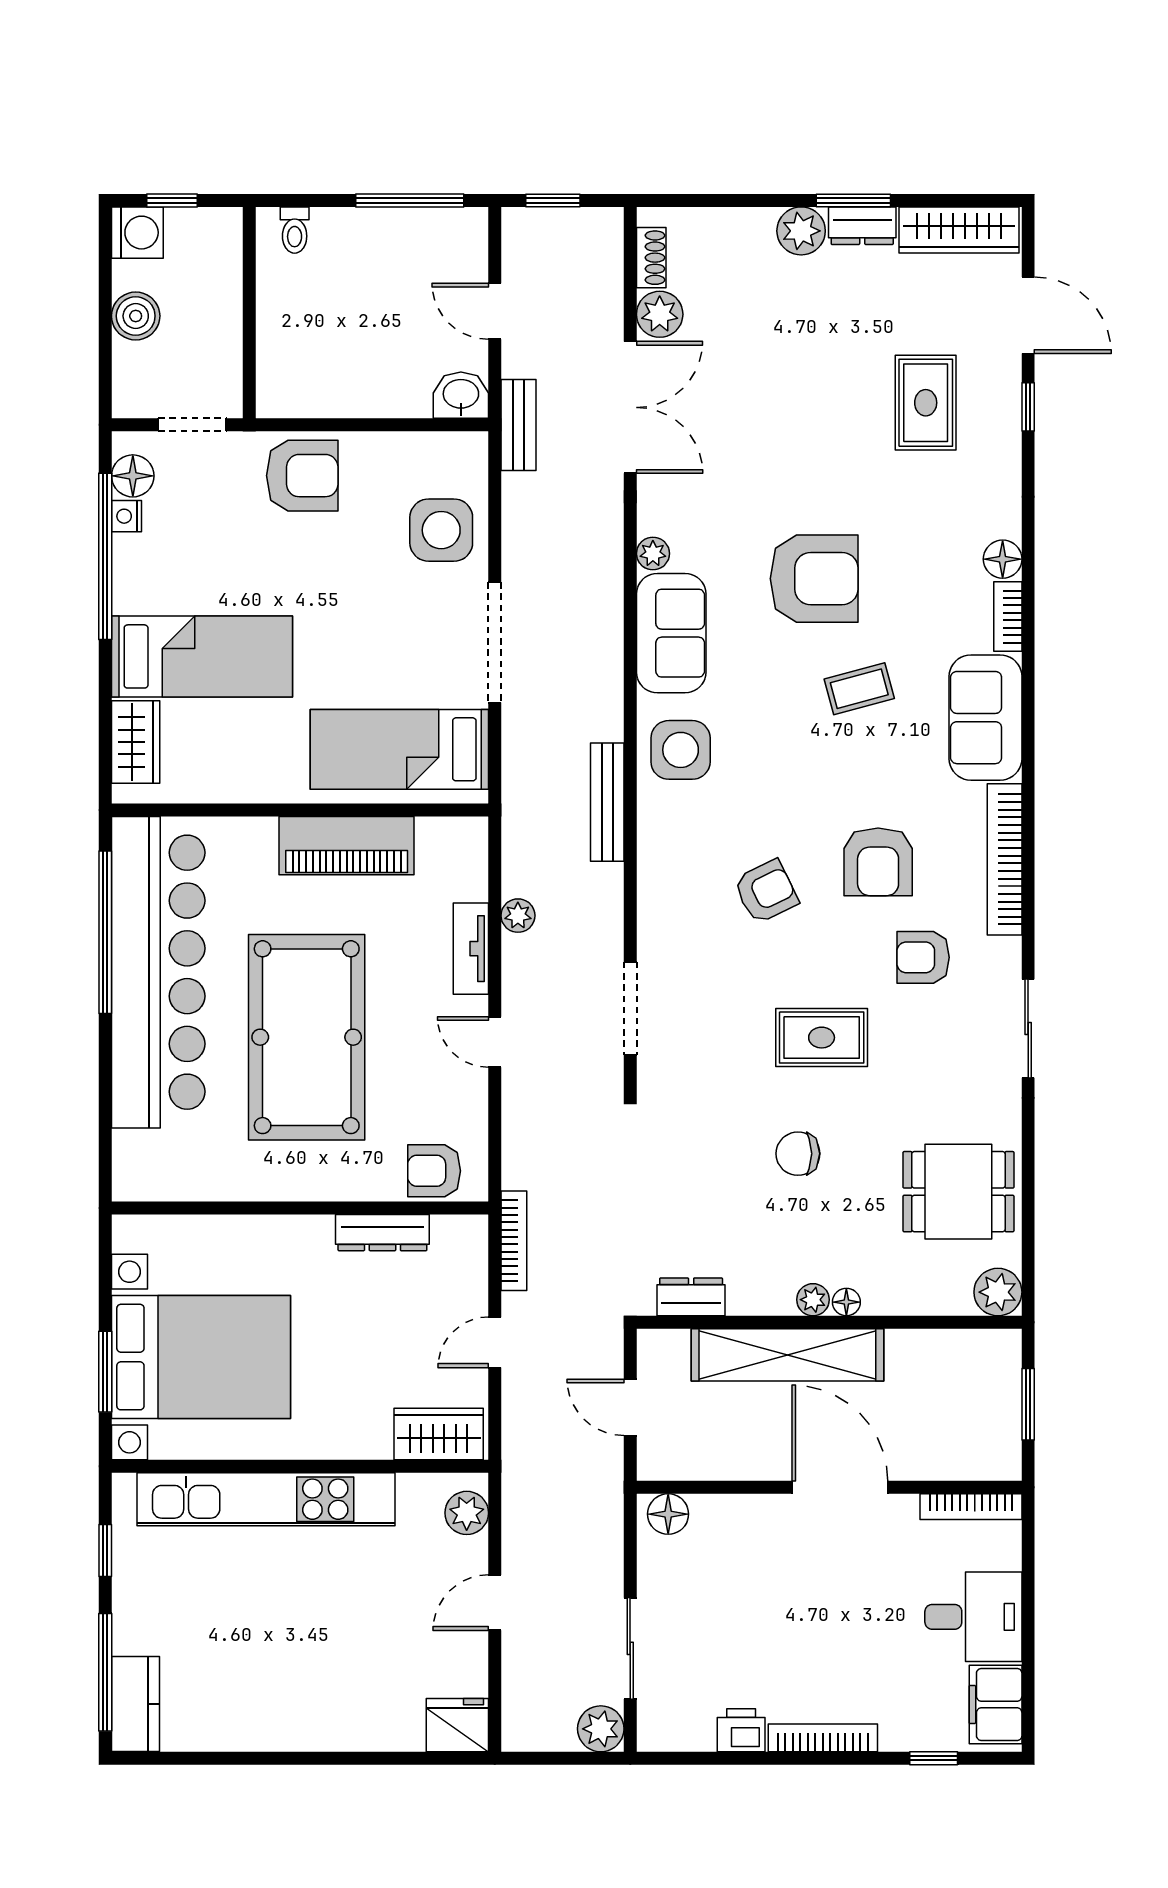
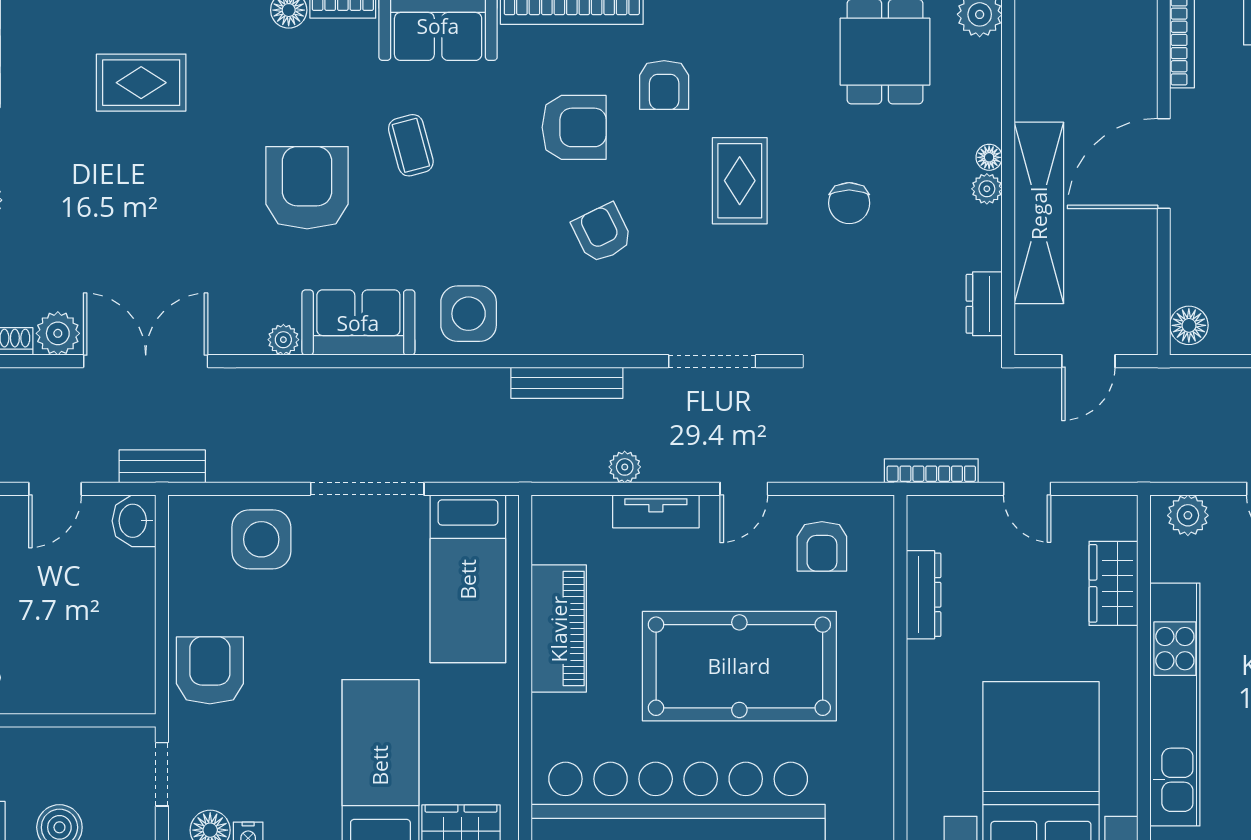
bench: (607, 802) -> (567, 383), moved
armchair: (434, 1171) -> (822, 546), moved
wardrobe: (439, 1434) -> (1113, 583), moved

